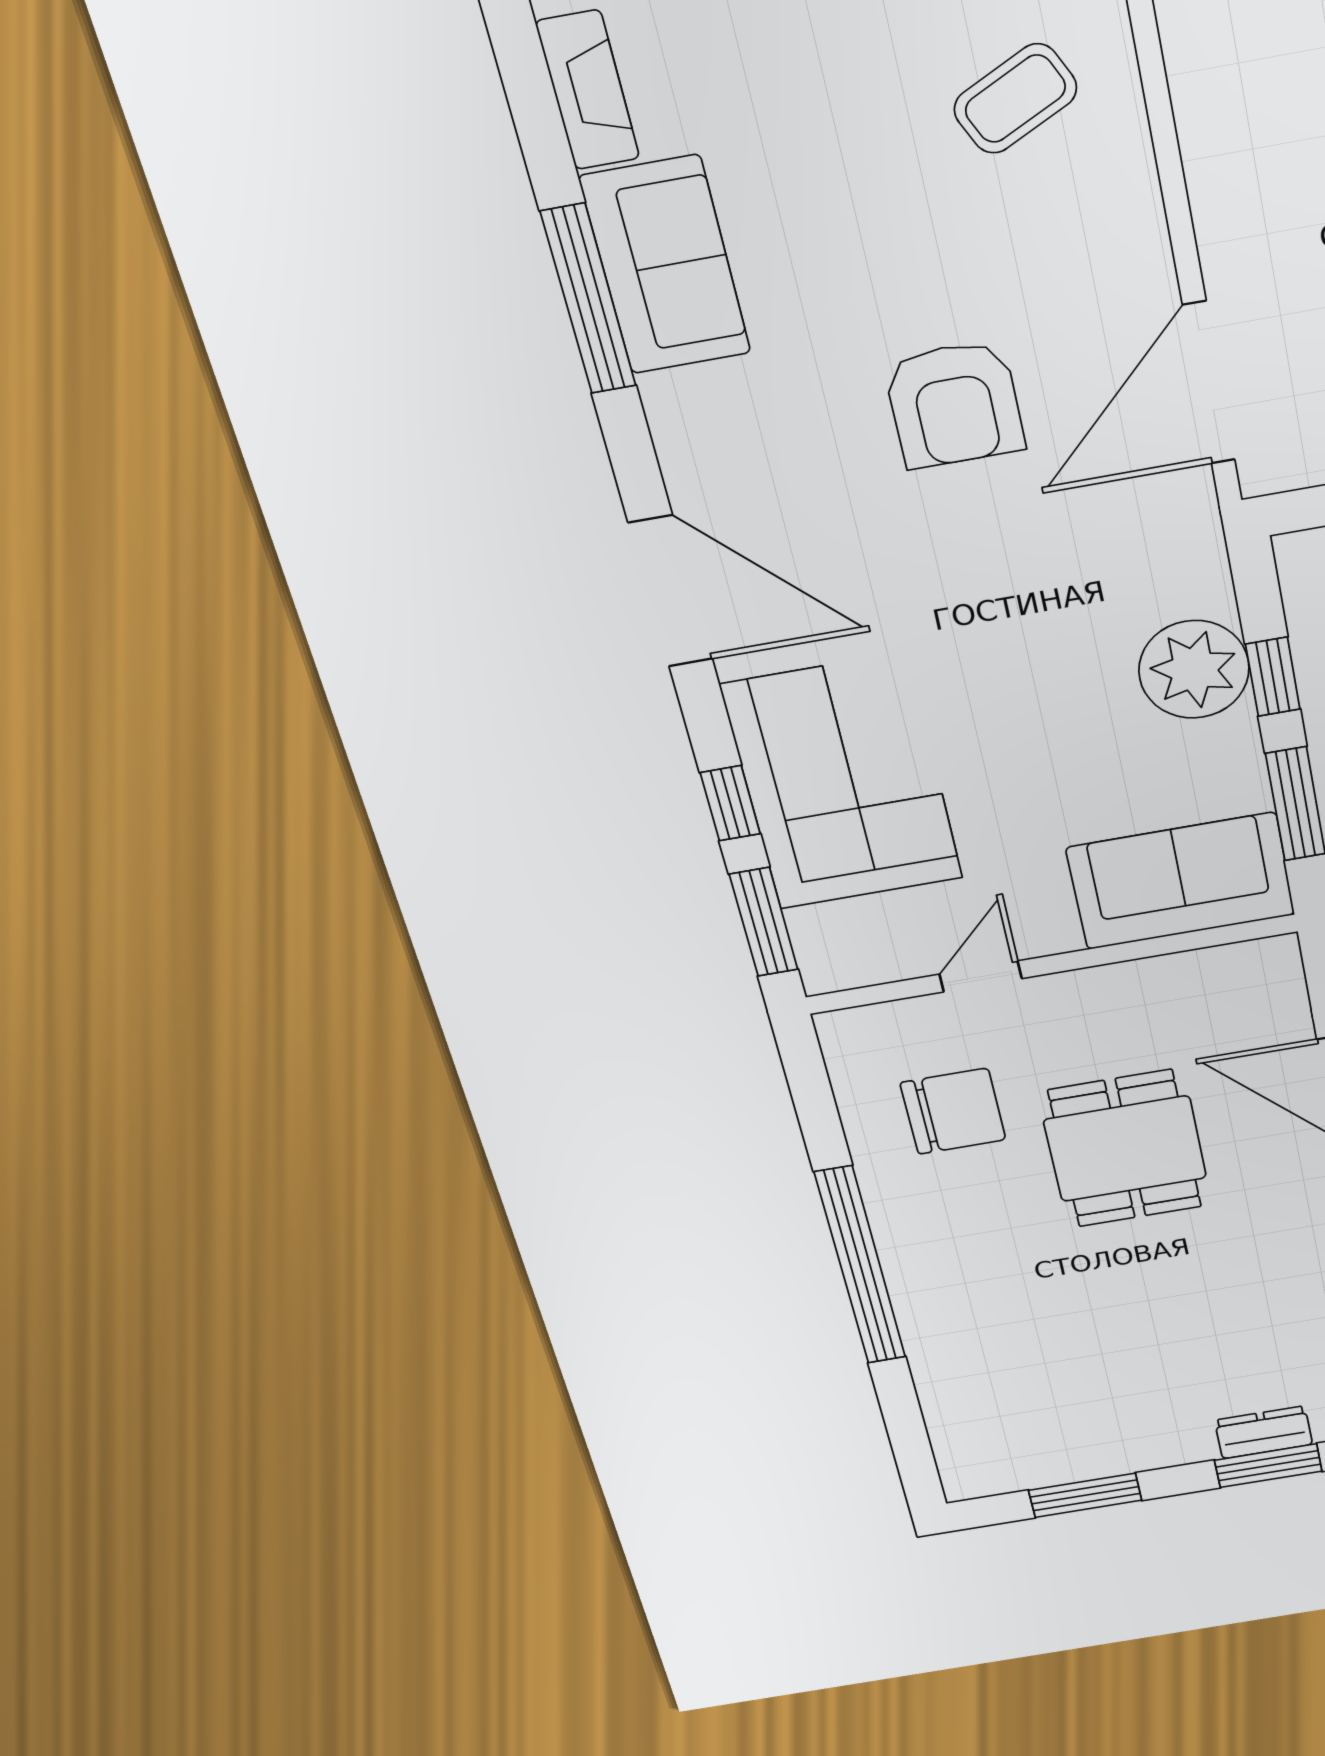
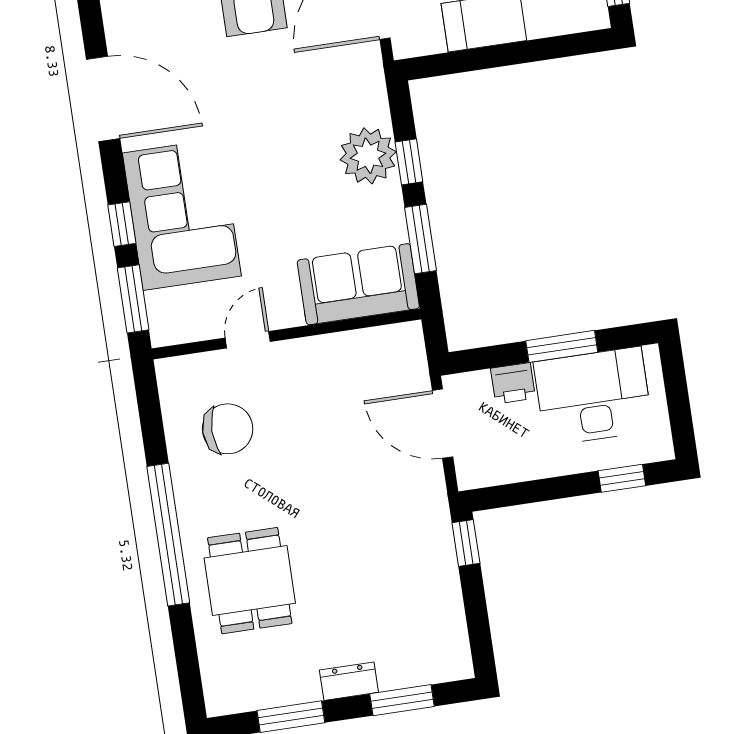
dining table: (1125, 1149) -> (250, 581), moved
dresser: (1264, 1432) -> (349, 681), moved

